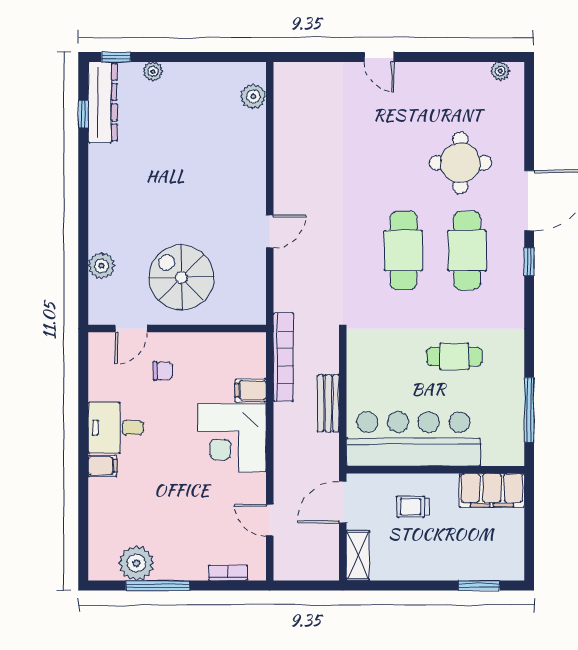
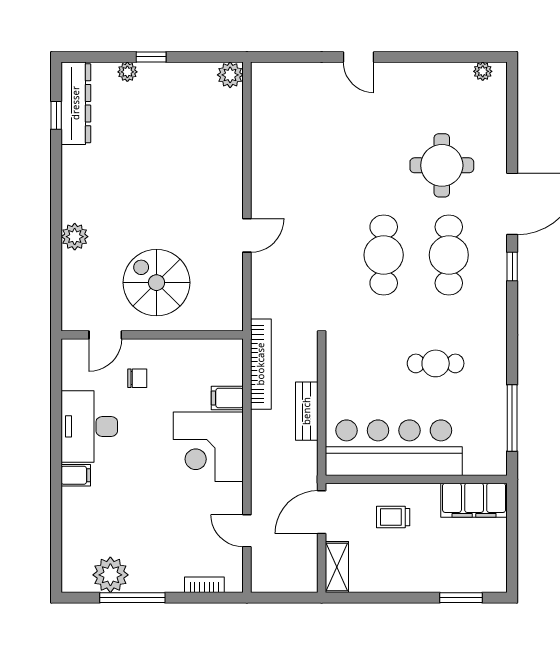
window: (116, 57) -> (151, 57), moved
plant: (253, 96) -> (230, 75), moved
plant: (101, 266) -> (75, 237), moved
desk: (116, 428) -> (89, 426), width x1.37

